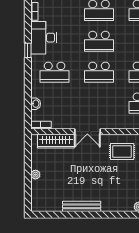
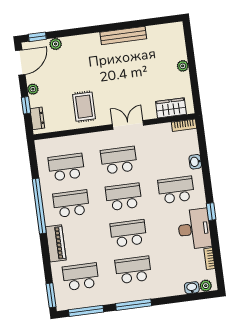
school desk: (99, 103) -> (119, 160), added
washbasin: (36, 104) -> (195, 162), moved
wardrobe: (56, 141) -> (171, 108), width x0.67
rug: (122, 152) -> (84, 107), turned 90

